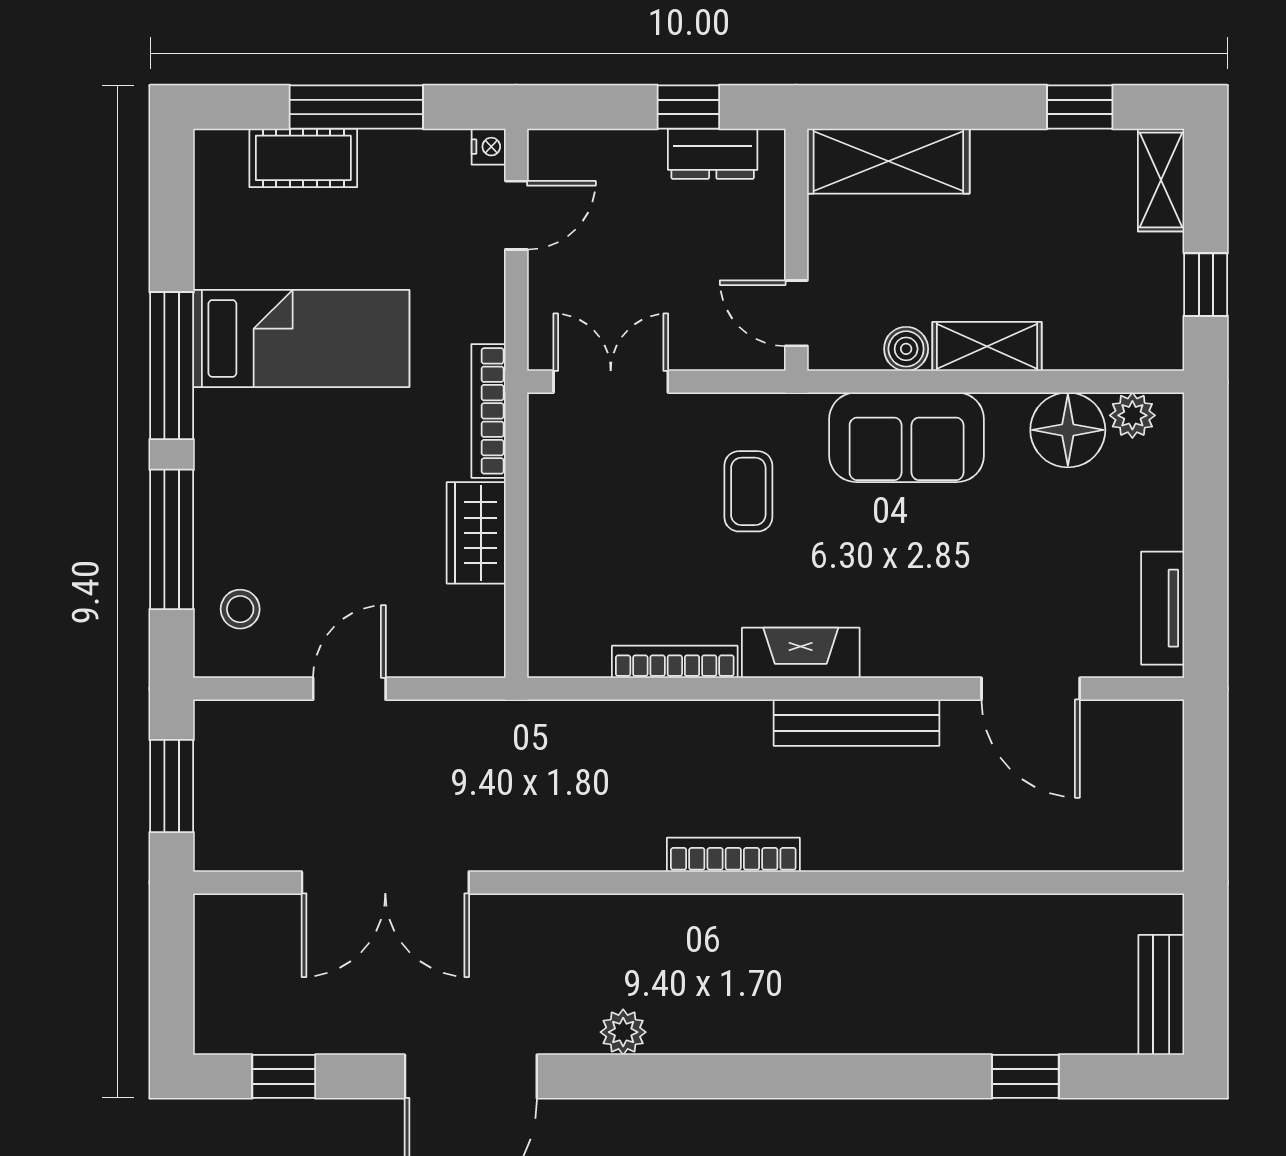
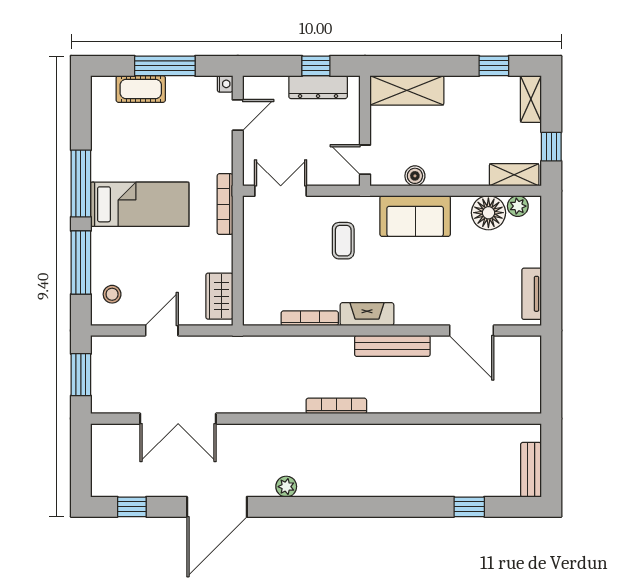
dresser: (713, 154) -> (318, 87), width x1.44
bed: (301, 338) -> (140, 204), moved
shelving: (987, 346) -> (514, 175), moved
wardrobe: (476, 533) -> (219, 296), moved

